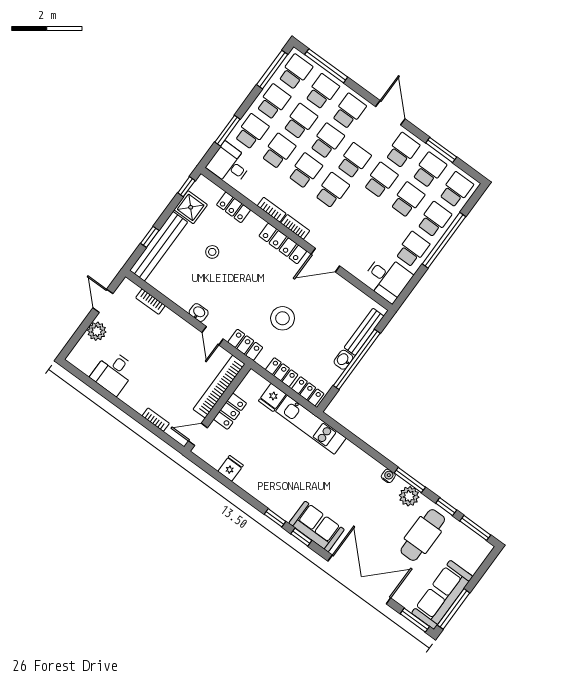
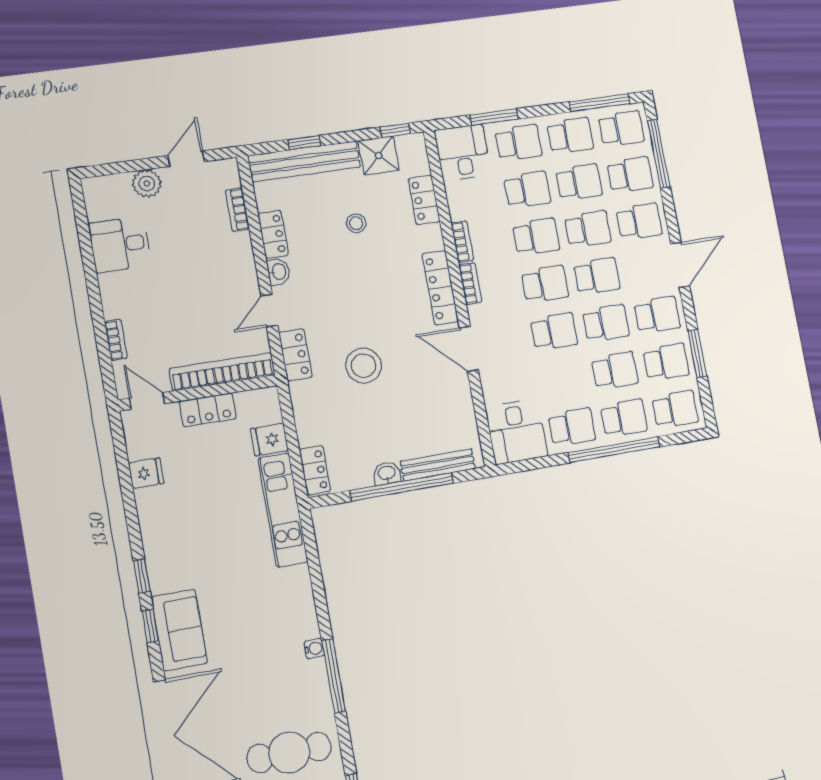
school desk: (359, 210) -> (554, 332), added
locker: (282, 372) -> (273, 234), moved
window: (410, 480) -> (334, 676), width x1.44
plant: (409, 496) -> (316, 694), removed
window: (446, 507) -> (346, 744), removed

